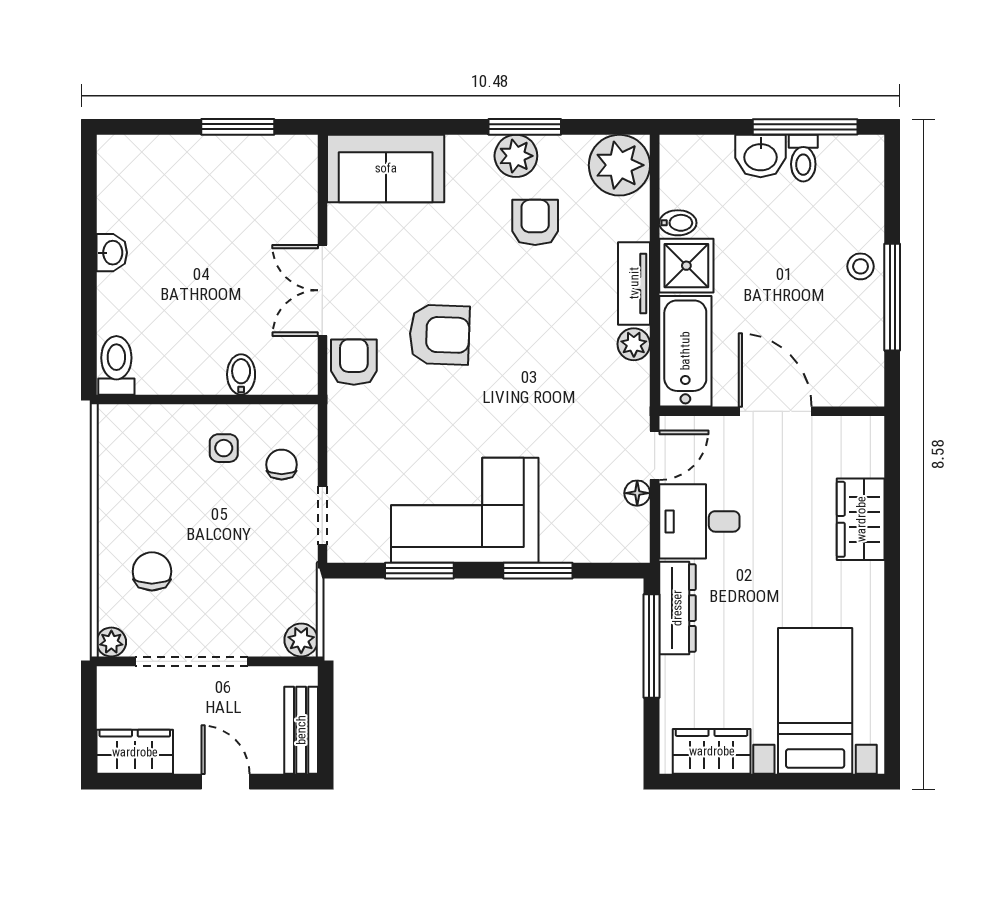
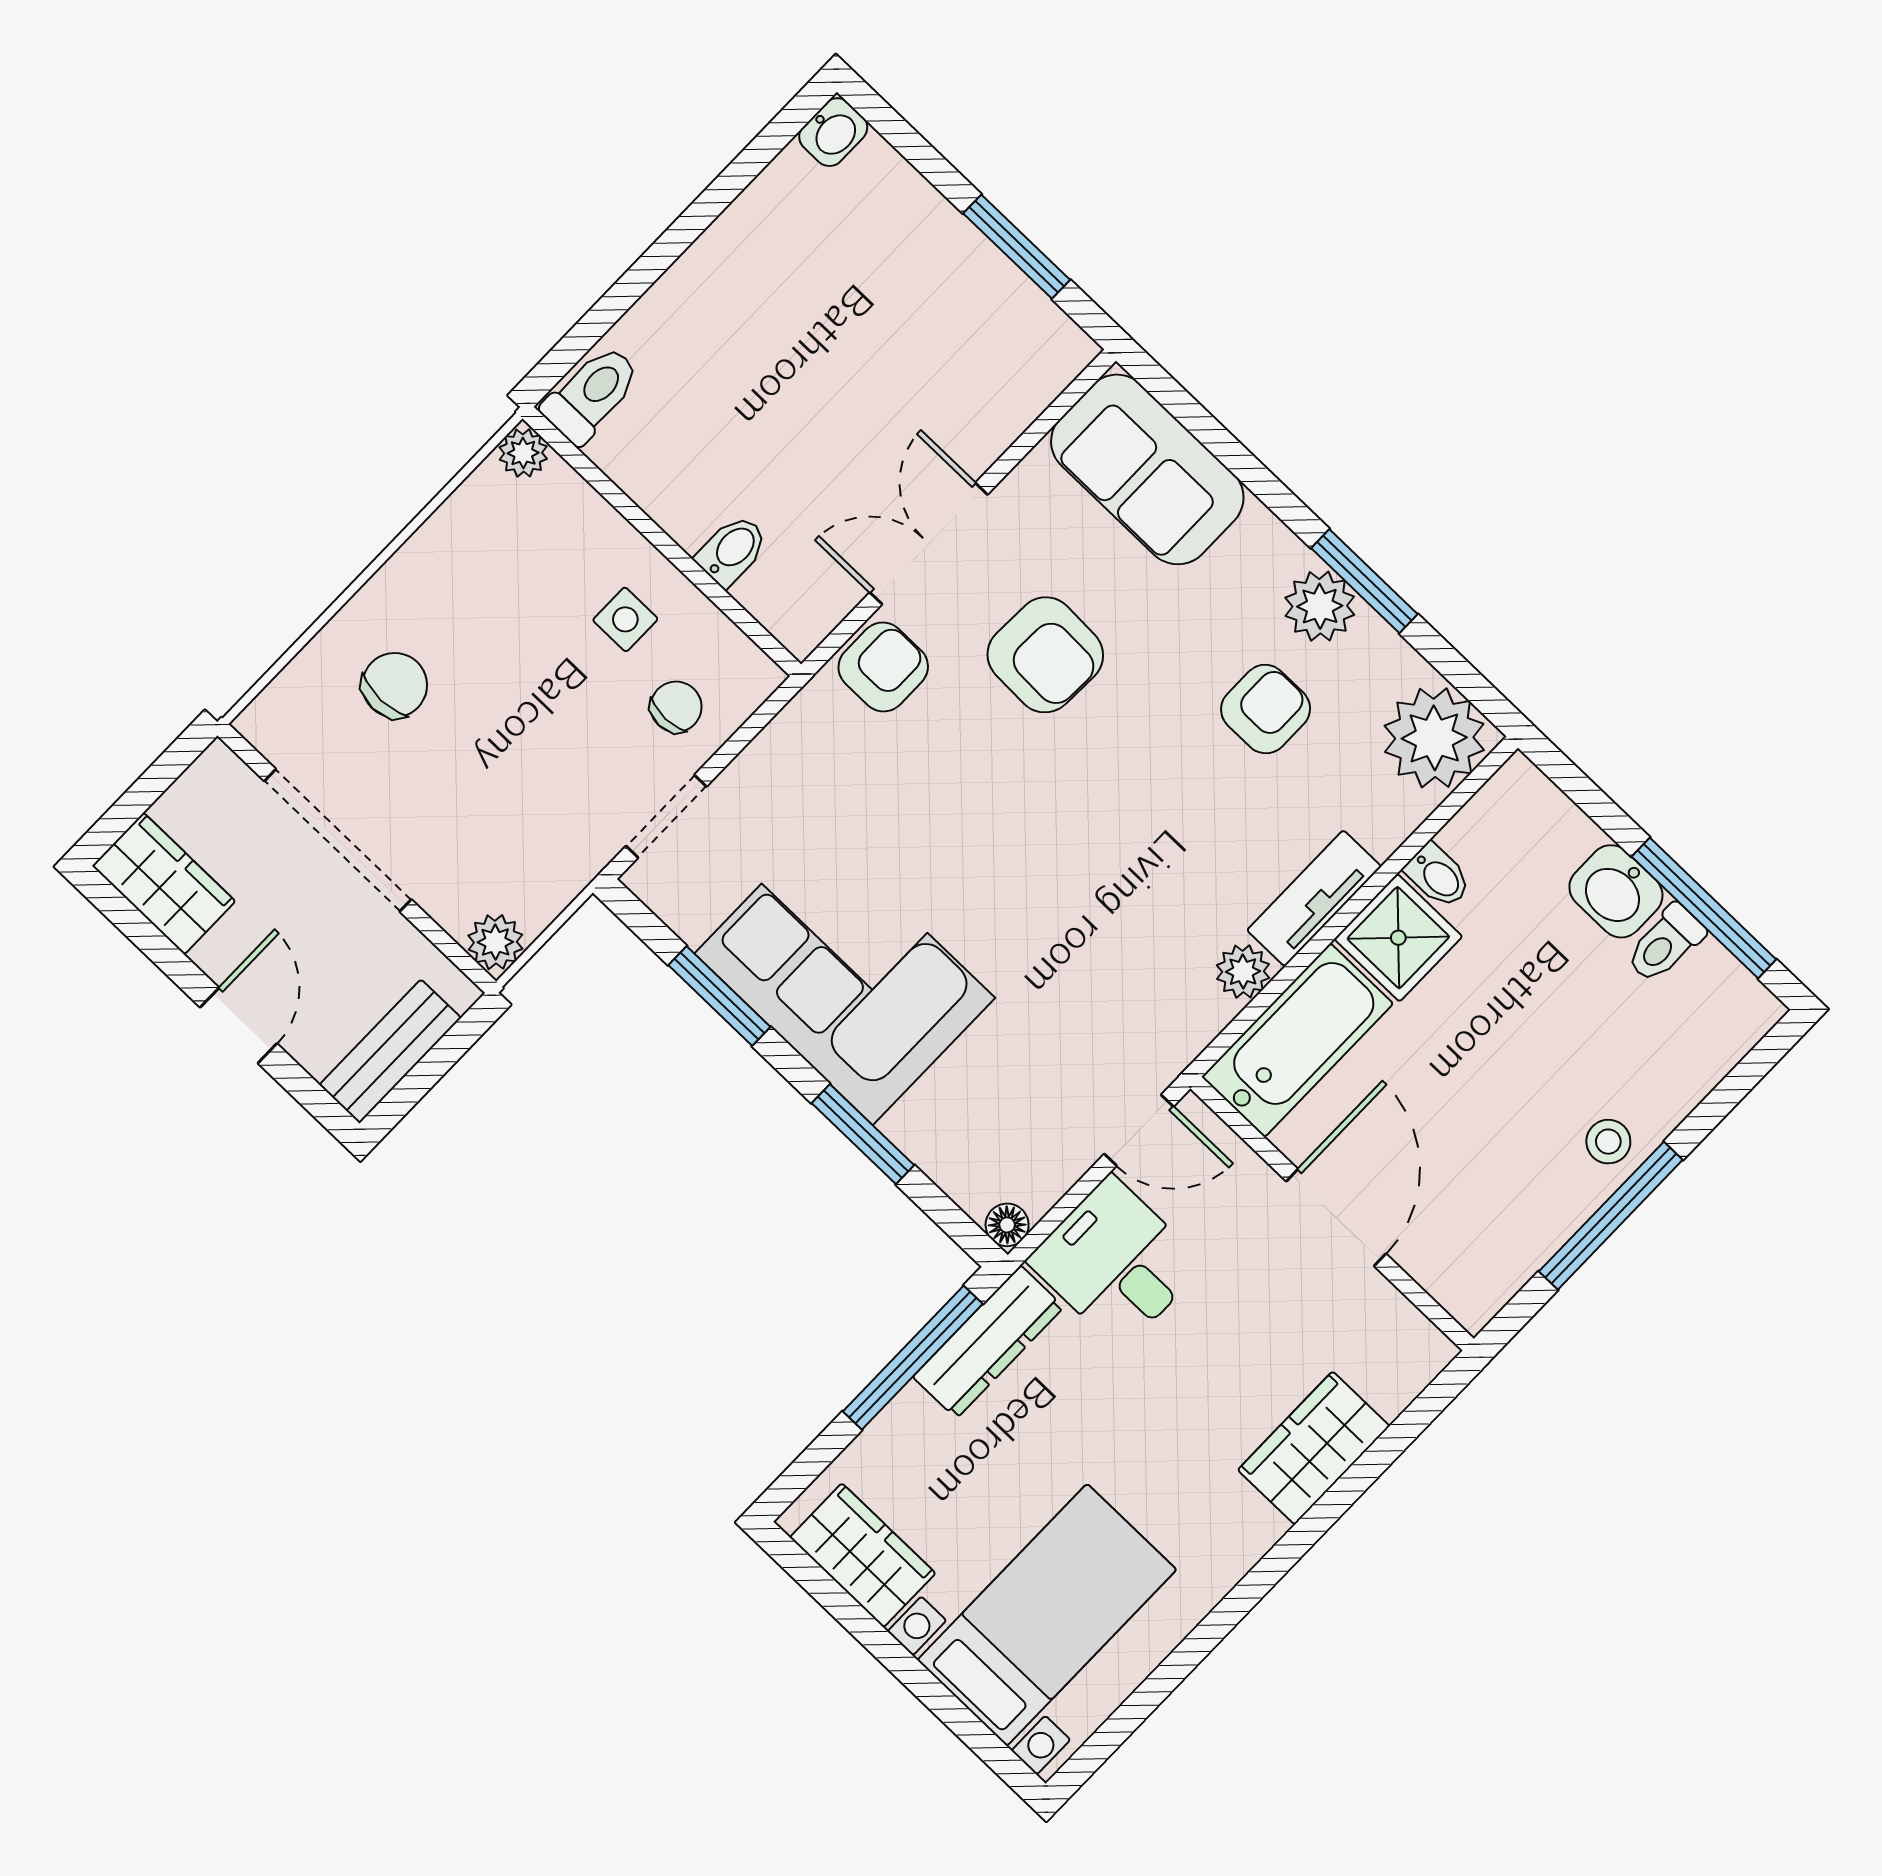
washbasin: (112, 253) -> (833, 132), moved
armchair: (439, 335) -> (1045, 655), moved
floor lamp: (637, 493) -> (1007, 1225), moved
plant: (111, 642) -> (523, 453), moved

